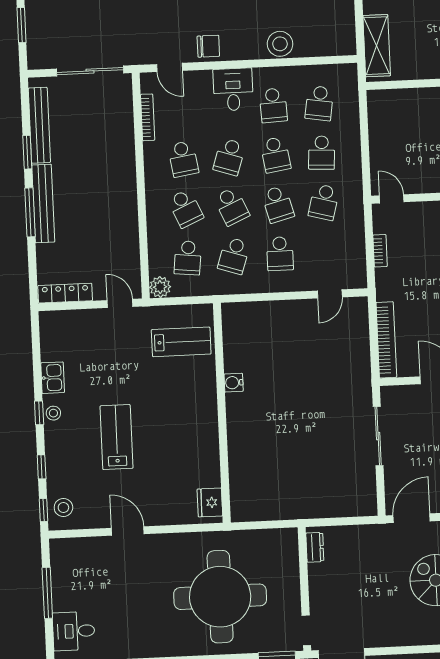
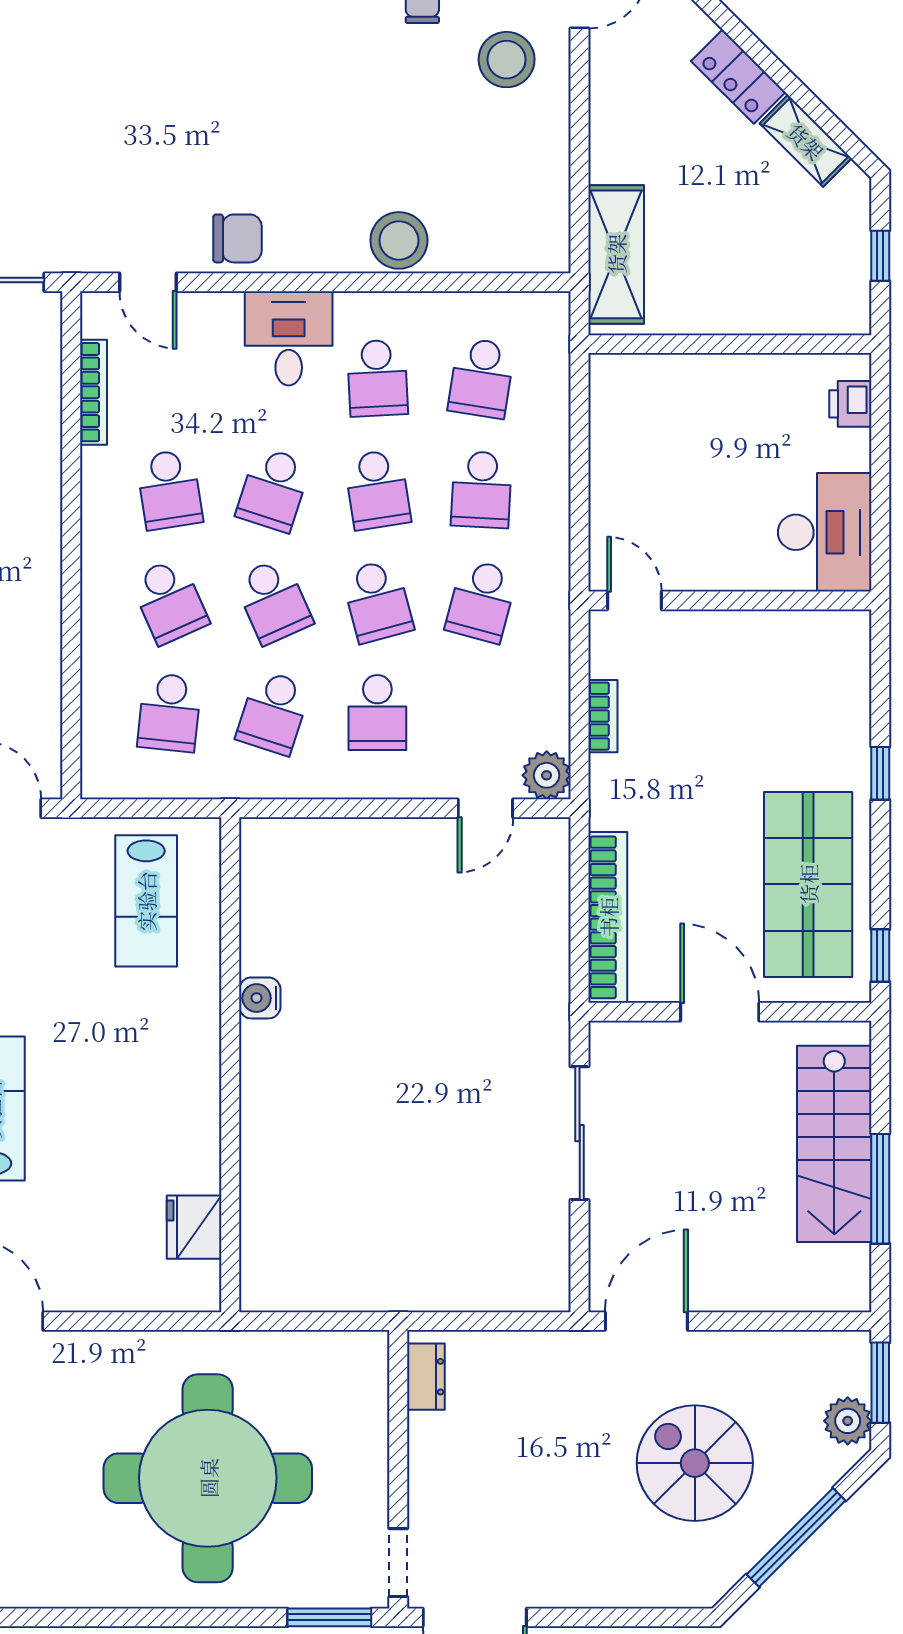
plant: (160, 287) -> (547, 775), moved
lab bench: (181, 342) -> (146, 901), turned 90
fridge: (210, 502) -> (194, 1227), moved

